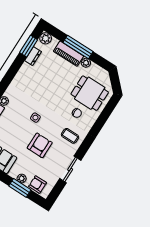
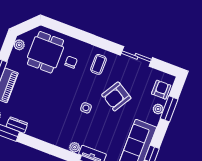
plant: (86, 63) -> (19, 45), moved
armchair: (40, 145) -> (116, 96), turned -59
armchair: (38, 185) -> (161, 90), turned 180

